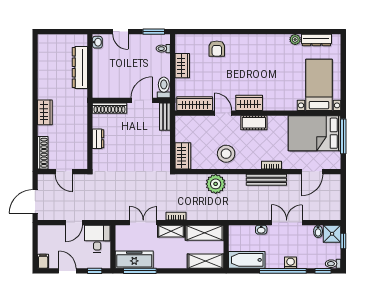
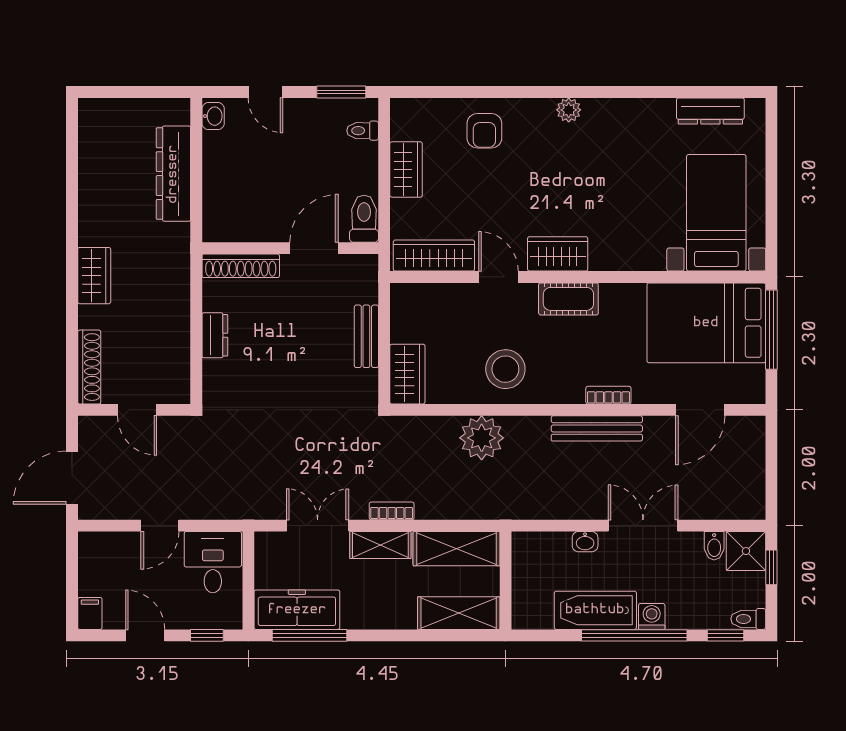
plant: (295, 39) -> (569, 110), moved
bench: (165, 117) -> (366, 336), moved
bathtub: (247, 260) -> (595, 610), moved

